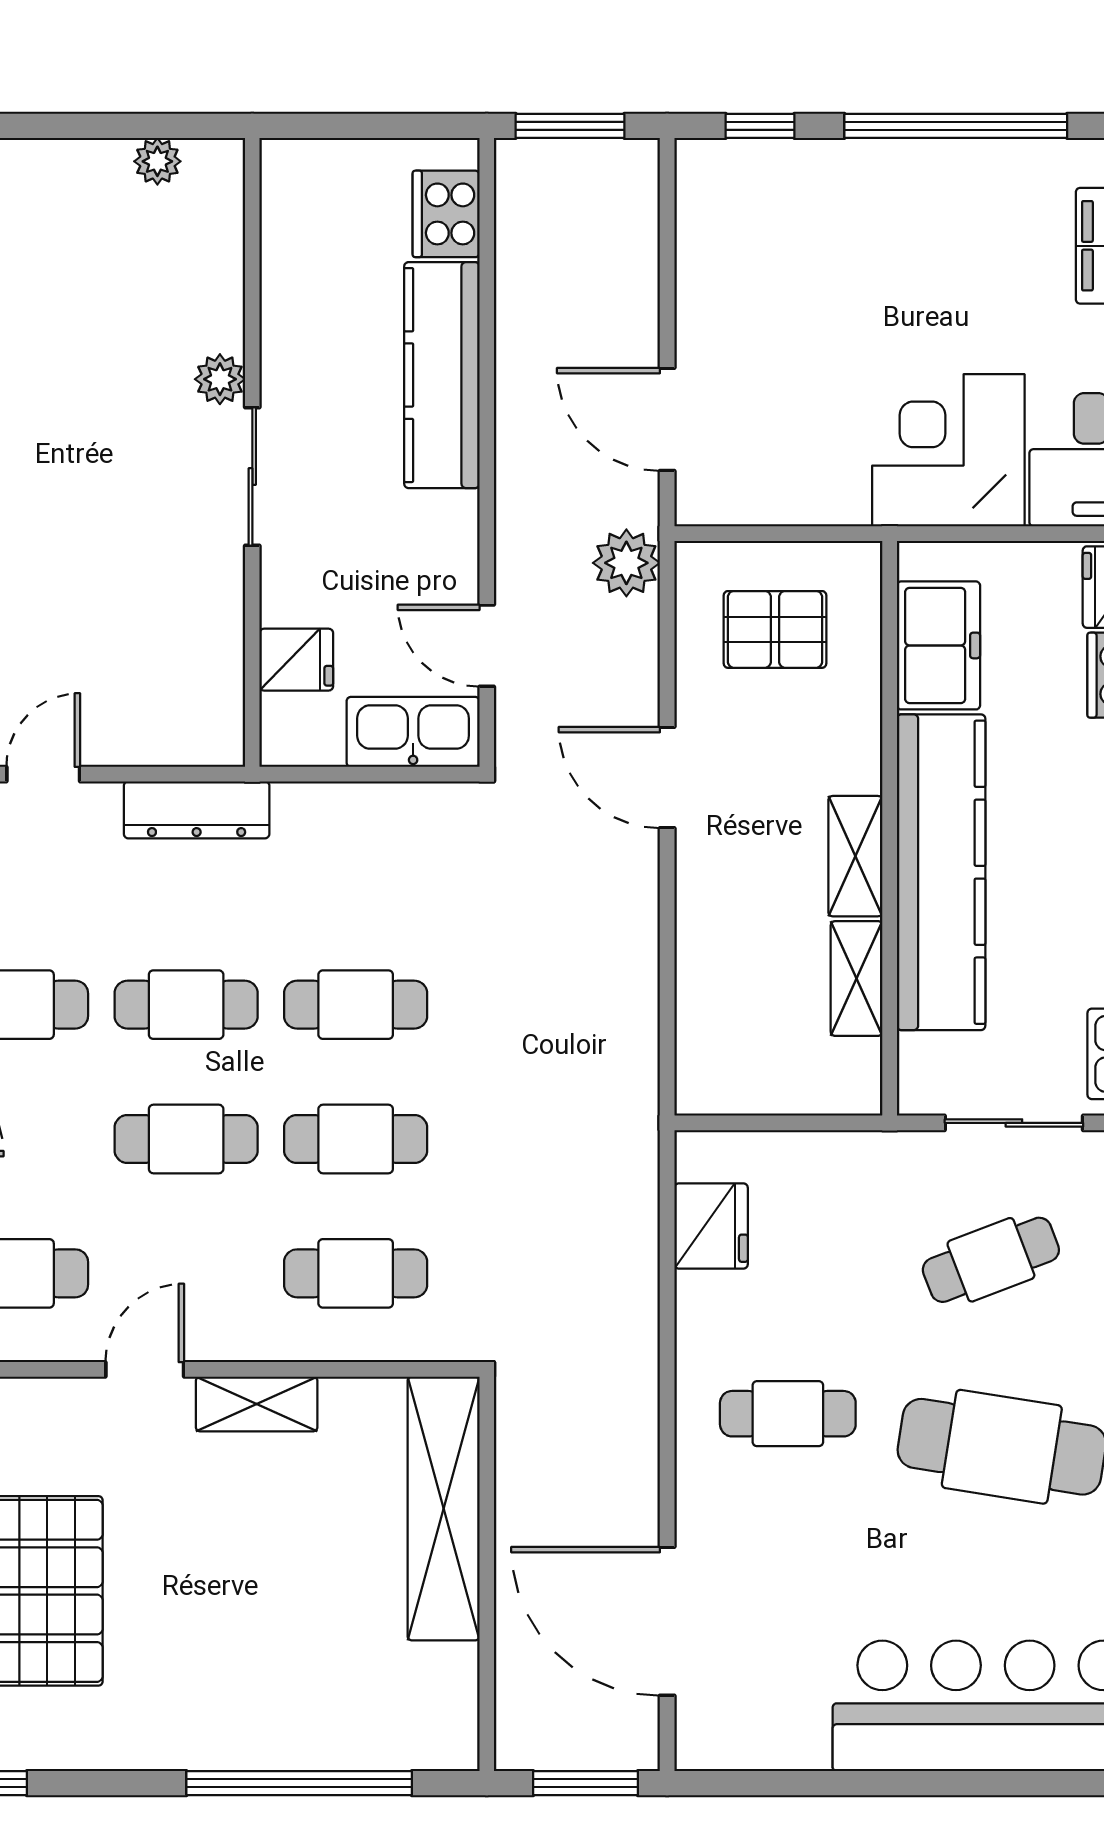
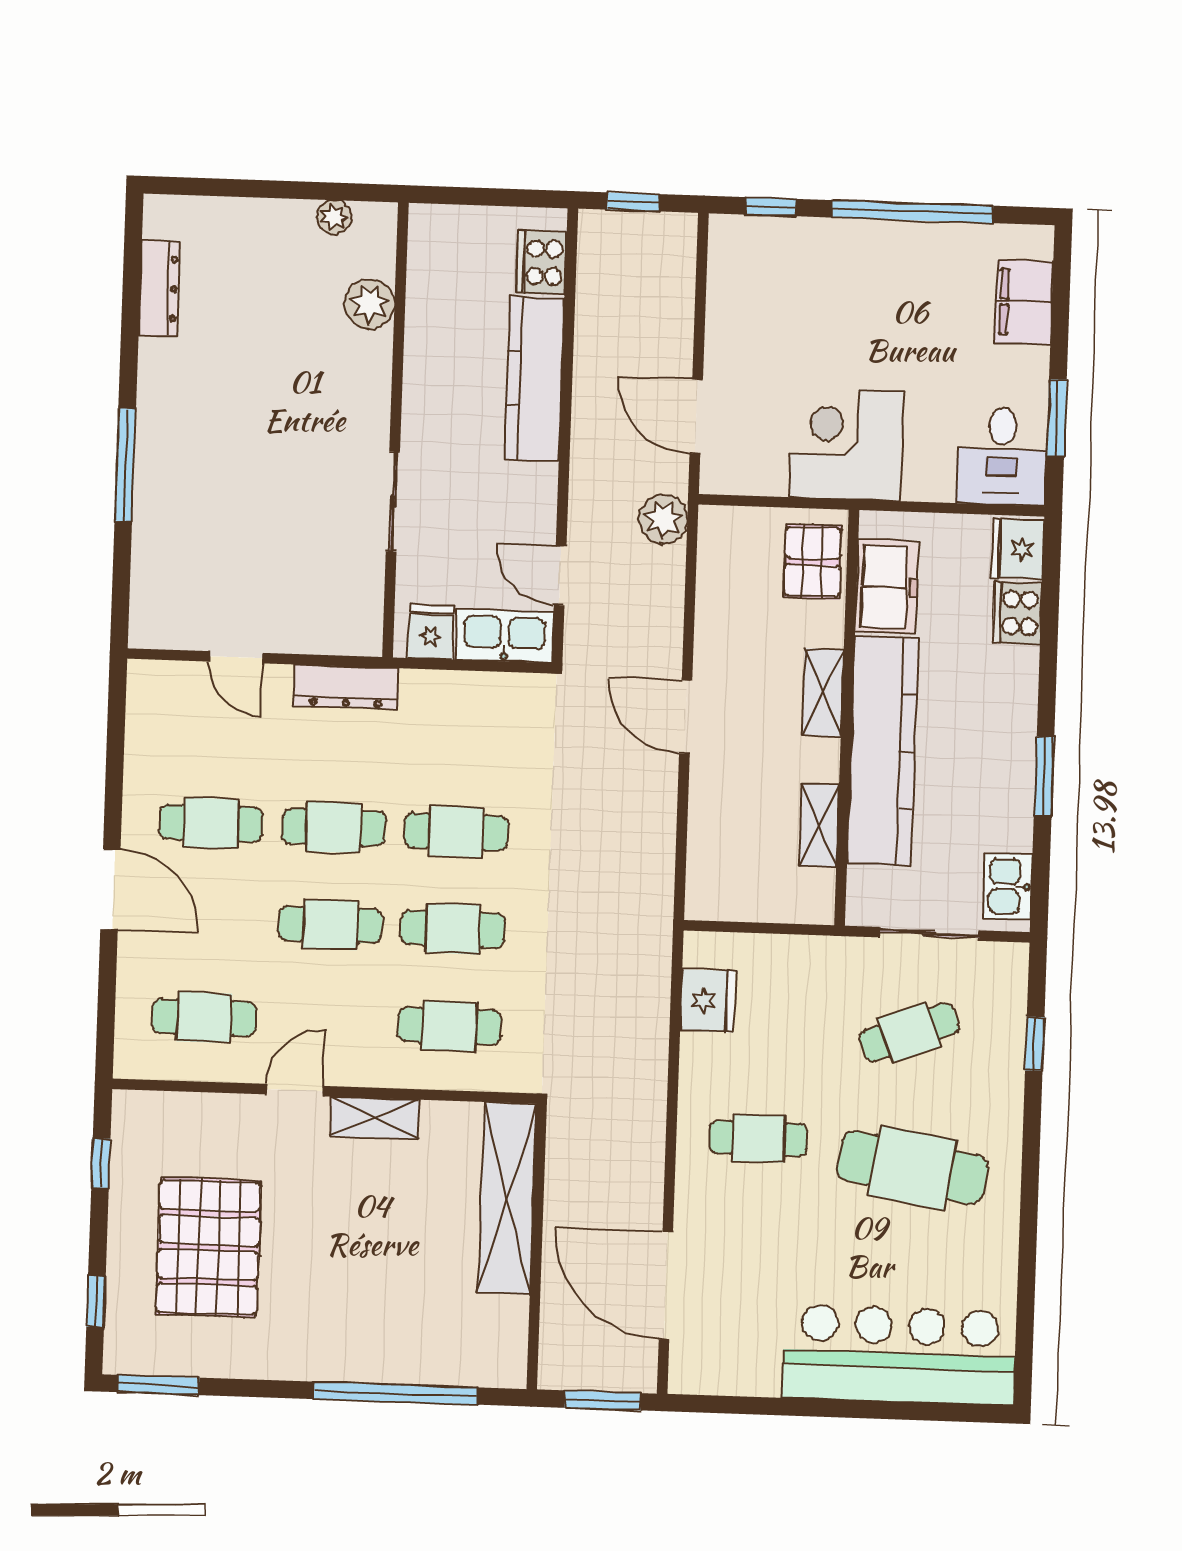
window: (570, 126) -> (633, 202), width x0.67
plant: (220, 379) -> (370, 304), moved, width x1.38, depth x1.38
corner desk: (948, 450) -> (846, 444), moved
sliding door: (252, 477) -> (393, 501), moved
pallet: (775, 629) -> (813, 562), moved, turned 90
fridge: (296, 660) -> (431, 632), moved, turned -90
door: (43, 774) -> (236, 657), swing flipped
door: (667, 778) -> (686, 717), moved
shelving: (855, 856) -> (823, 692), moved

